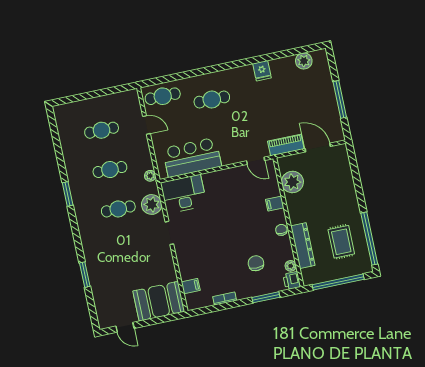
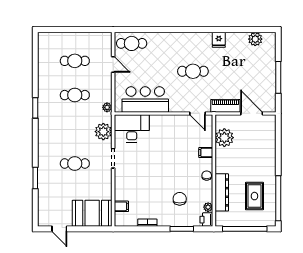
cafe table: (212, 100) -> (193, 71), moved
cafe table: (118, 209) -> (75, 164), moved

